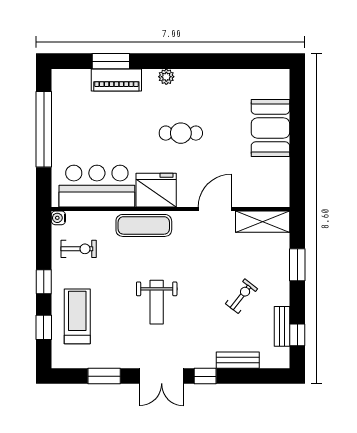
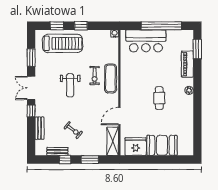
window: (111, 61) -> (197, 49), moved
bar counter: (97, 186) -> (146, 41), moved, turned 90
fridge: (156, 190) -> (136, 147), moved, turned -90
door: (215, 209) -> (119, 116), swing flipped
exercise bike: (79, 249) -> (95, 75), moved
weight bench: (157, 302) -> (70, 85), turned -90
treadmill: (77, 316) -> (63, 43), width x1.37, depth x1.38
window: (297, 335) -> (65, 160), moved

